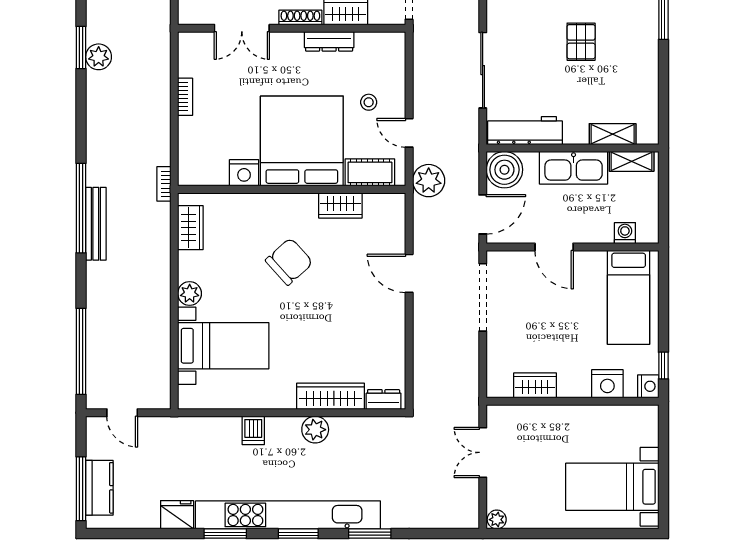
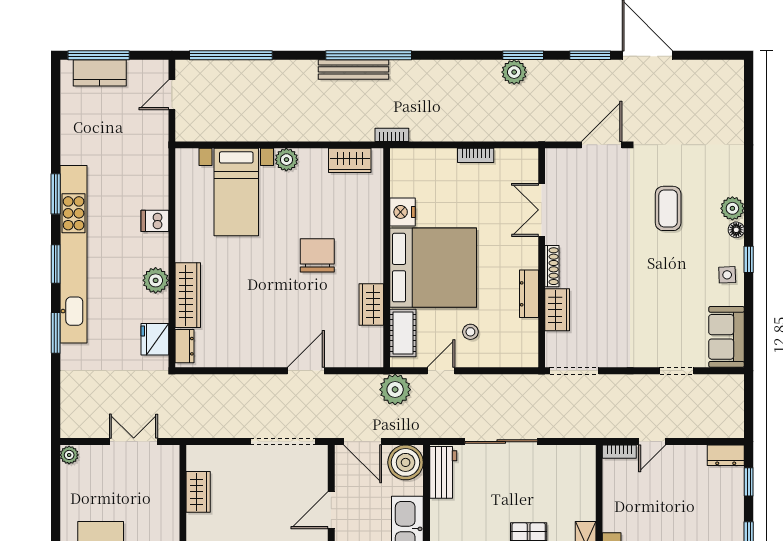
workbench: (525, 131) -> (443, 472), width x0.73
chair: (289, 262) -> (317, 255), turned -138
fridge: (177, 515) -> (155, 339), moved, turned 180

